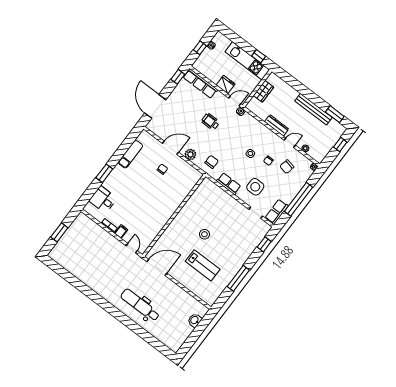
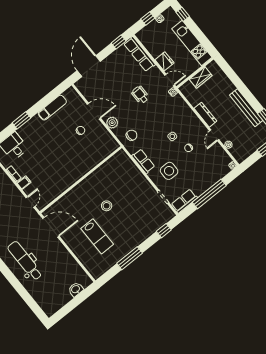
window: (259, 56) -> (183, 14), moved
door: (290, 143) -> (214, 135), swing flipped
chair: (287, 167) -> (206, 158), removed

